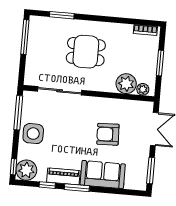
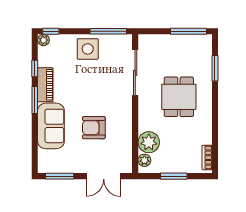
armchair: (108, 134) -> (94, 128), turned -88
plant: (26, 170) -> (43, 40), width x0.53, depth x0.53

